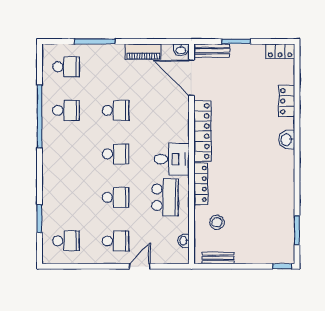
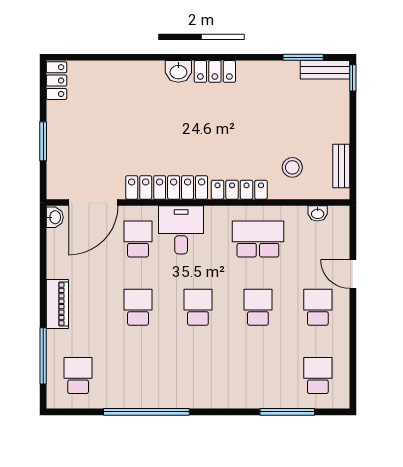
window: (95, 41) -> (43, 356), moved
bench: (212, 51) -> (325, 70), moved, turned 90
piano: (143, 52) -> (57, 304), moved
locker: (287, 101) -> (215, 71), moved
school desk: (66, 110) -> (138, 239), moved
desk: (172, 159) -> (181, 230), moved
window: (40, 219) -> (287, 412), width x1.44

